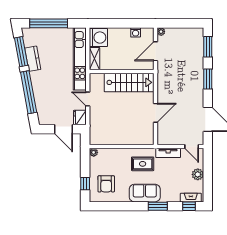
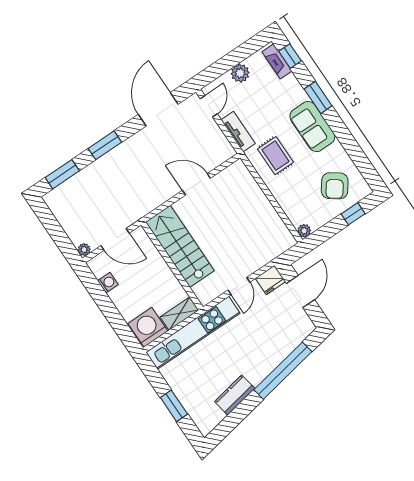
window: (49, 23) -> (174, 406), width x0.47
window: (21, 52) -> (236, 417), removed
armchair: (106, 184) -> (335, 186), turned 126

